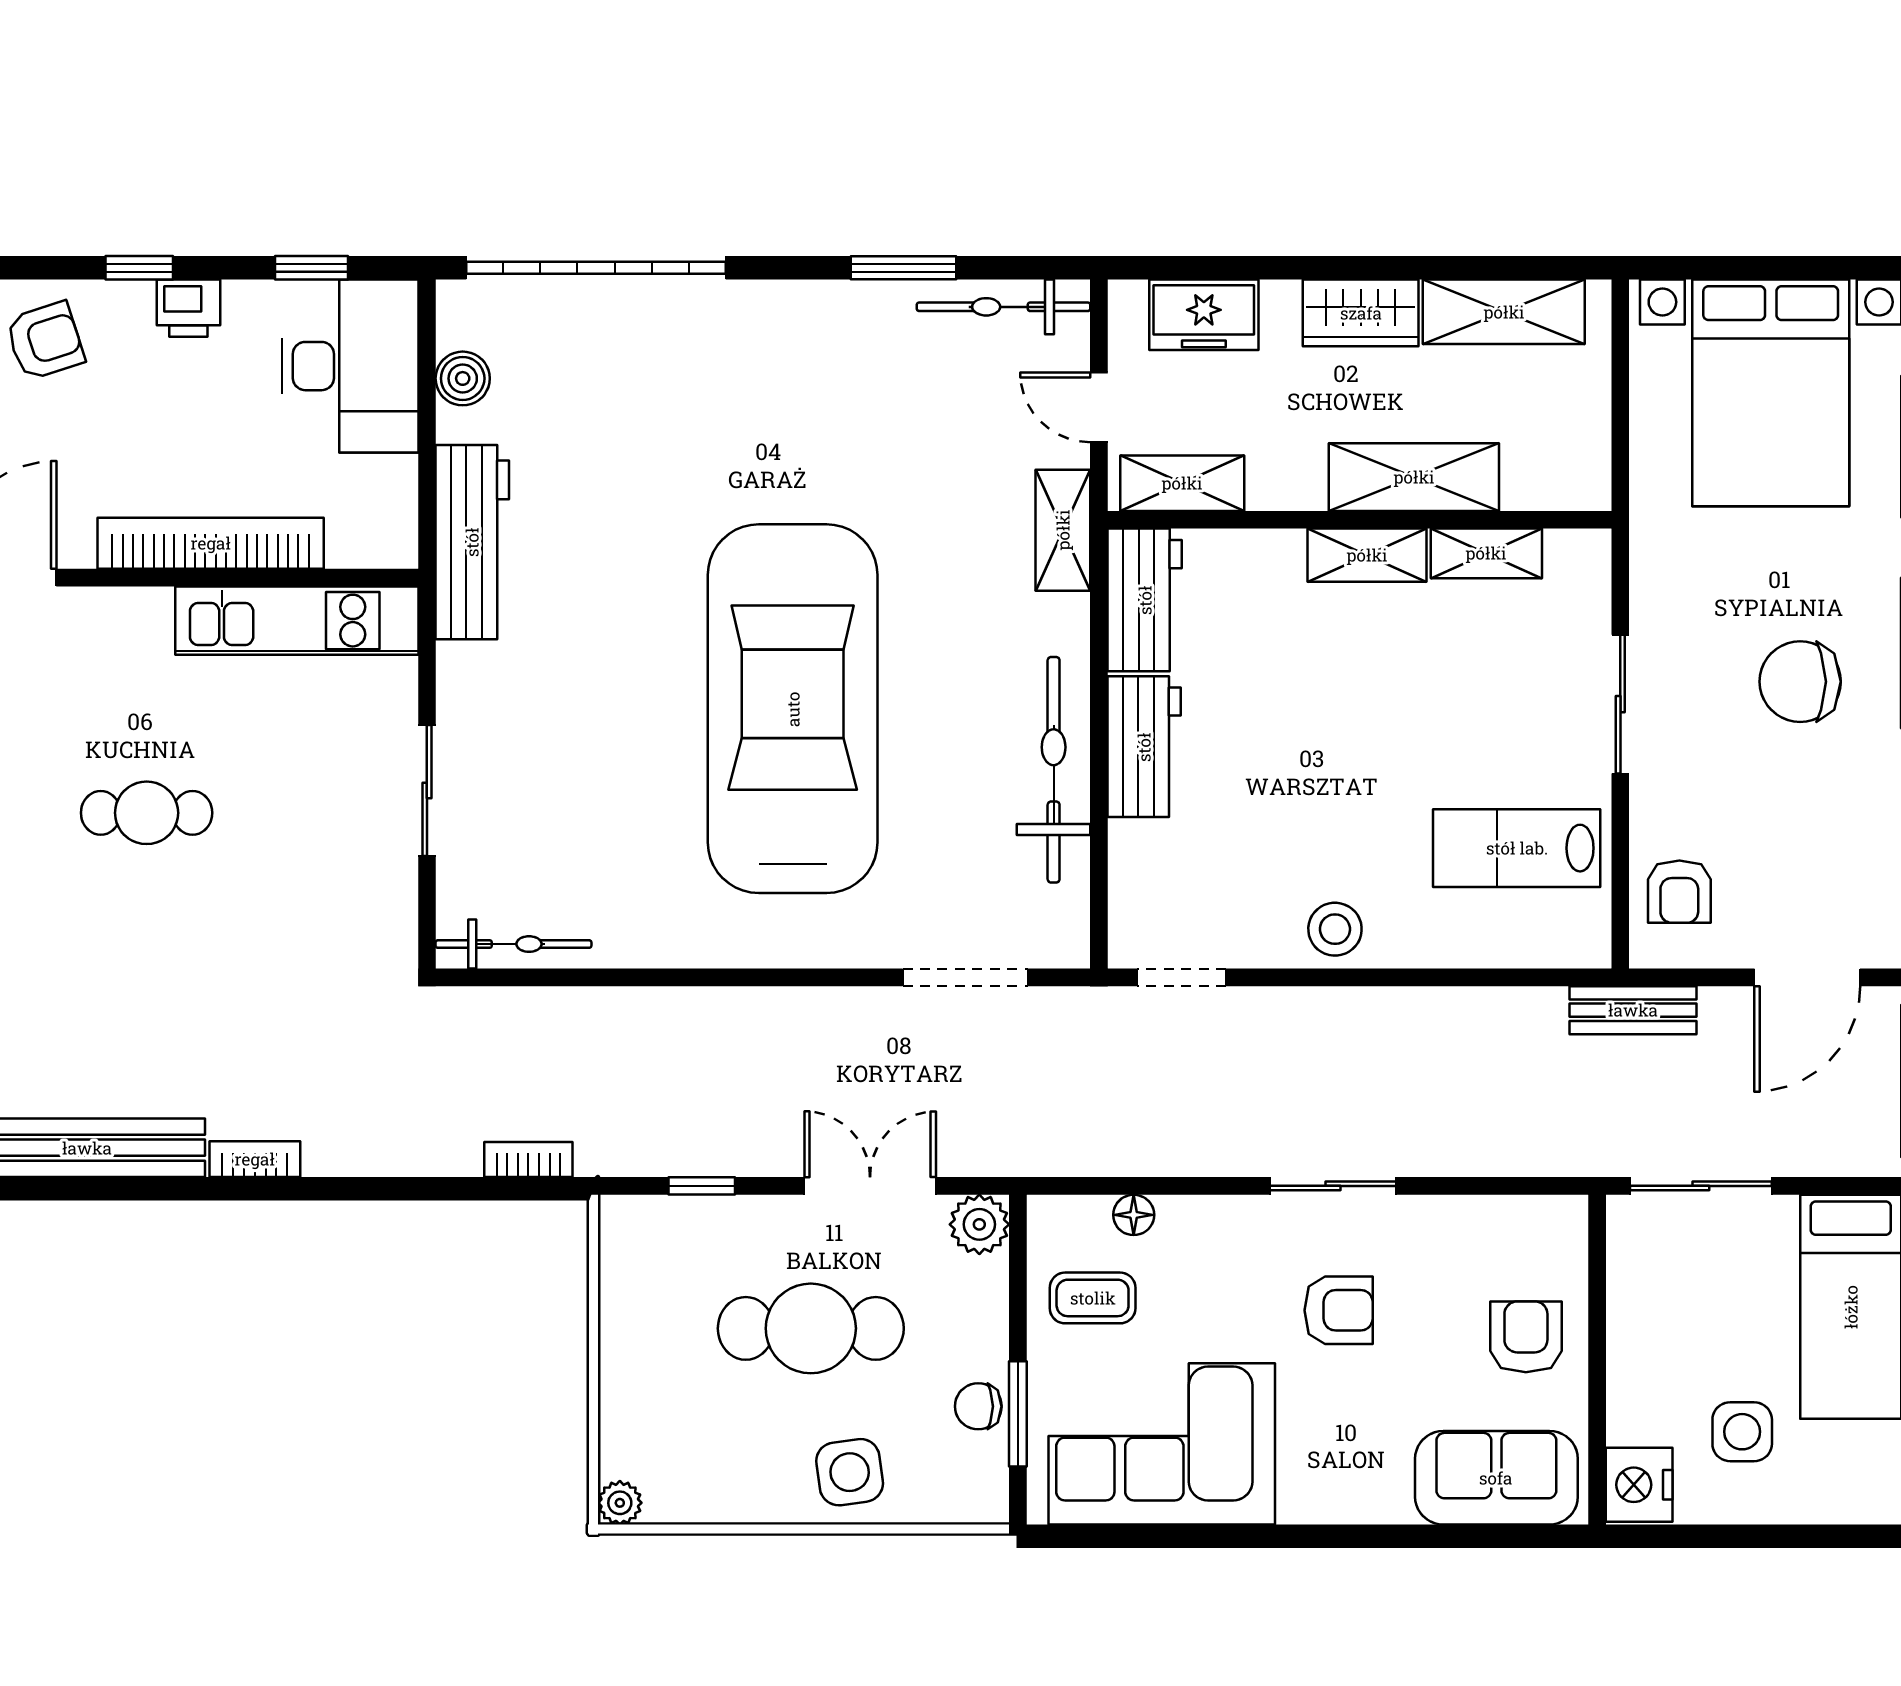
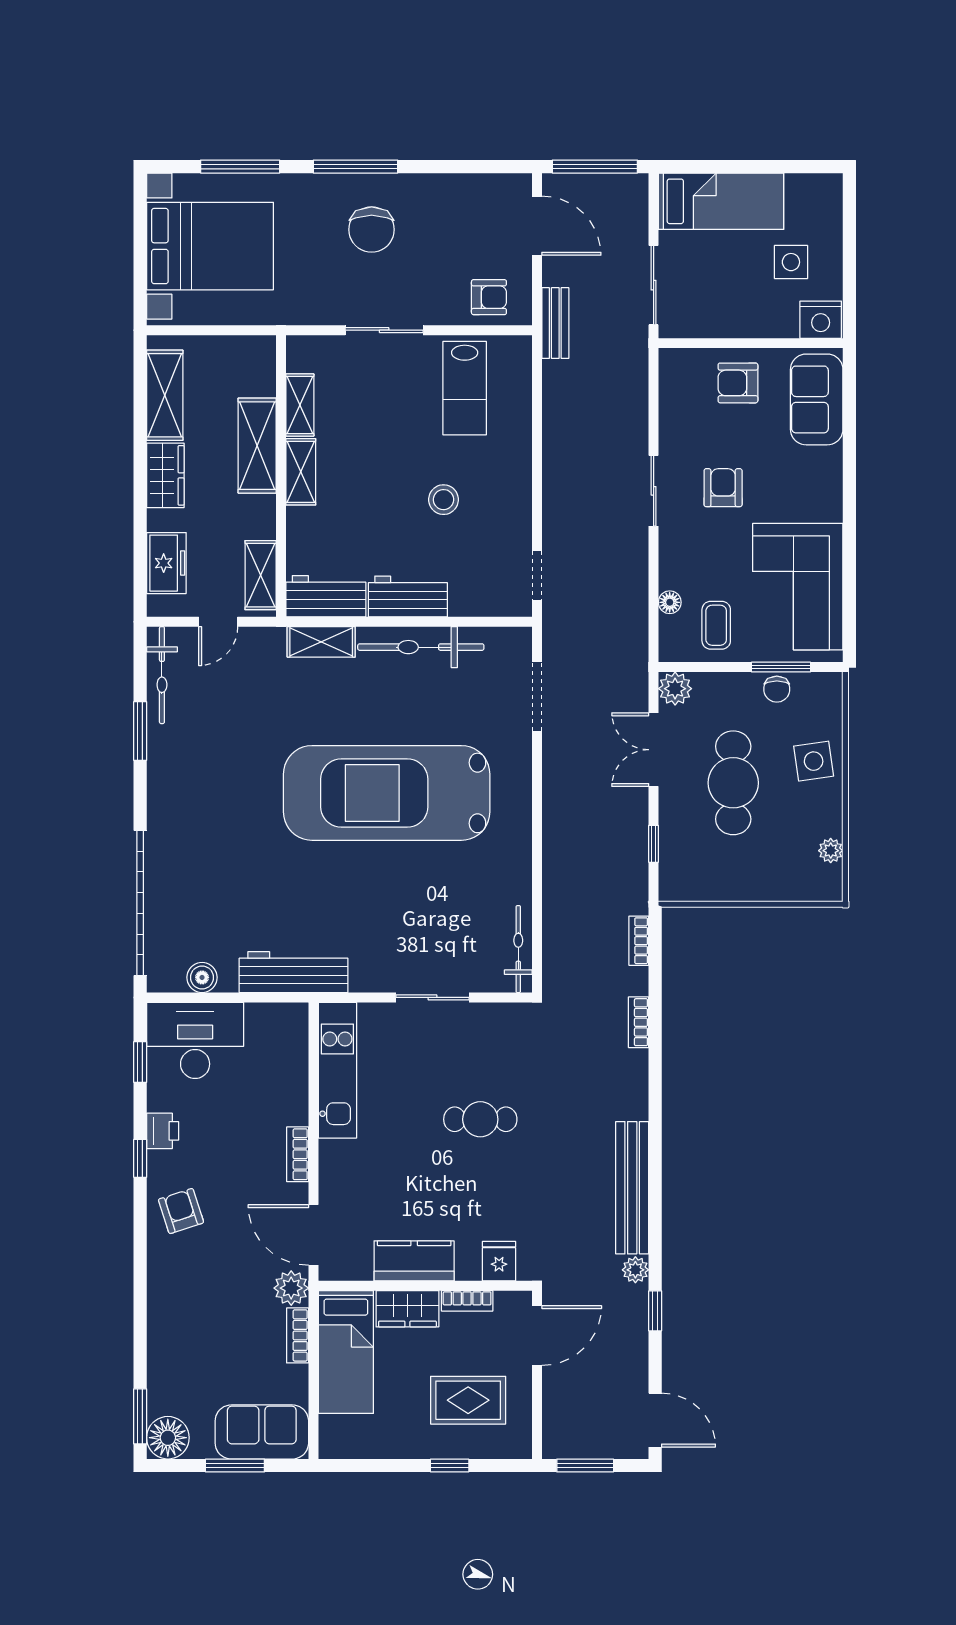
shelving: (1063, 530) -> (321, 642), moved
bookcase: (211, 543) -> (298, 1154), width x0.43, depth x0.76
cafe table: (147, 813) -> (480, 1119), moved, turned 90
stool: (1335, 929) -> (443, 500), moved
bookcase: (255, 1159) -> (639, 1022), moved
plant: (620, 1503) -> (831, 851), moved

